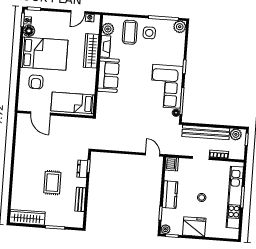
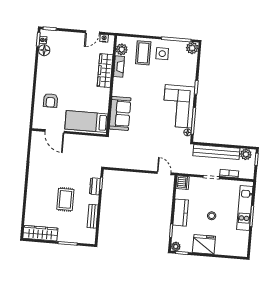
bed: (44, 54) -> (59, 73), removed
sofa: (108, 75) -> (120, 113), moved
kitchen unit: (235, 197) -> (245, 208), width x0.73

